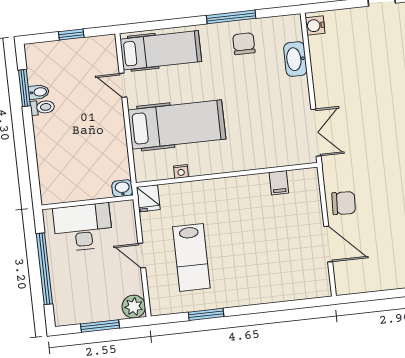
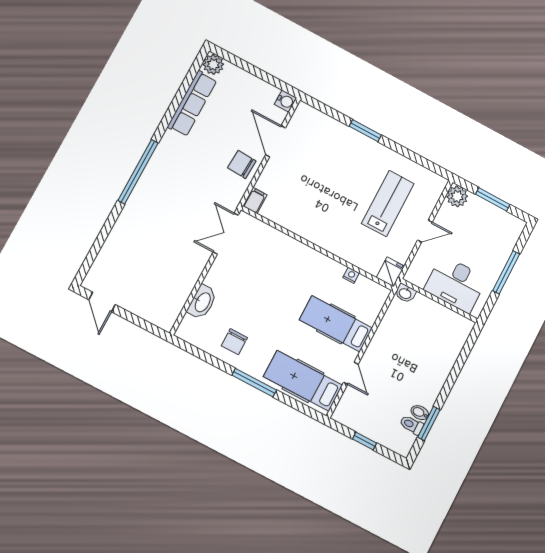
window: (231, 17) -> (254, 383), moved
water cooler: (315, 26) -> (286, 101), moved
toilet: (42, 107) -> (412, 425), moved
hospital bed: (177, 124) -> (336, 324), width x0.73, depth x0.78
filing cabinet: (279, 183) -> (255, 201), moved
door: (142, 256) -> (425, 231), hinge flipped
window: (44, 269) -> (506, 272), width x0.68
window: (206, 314) -> (365, 131), moved

